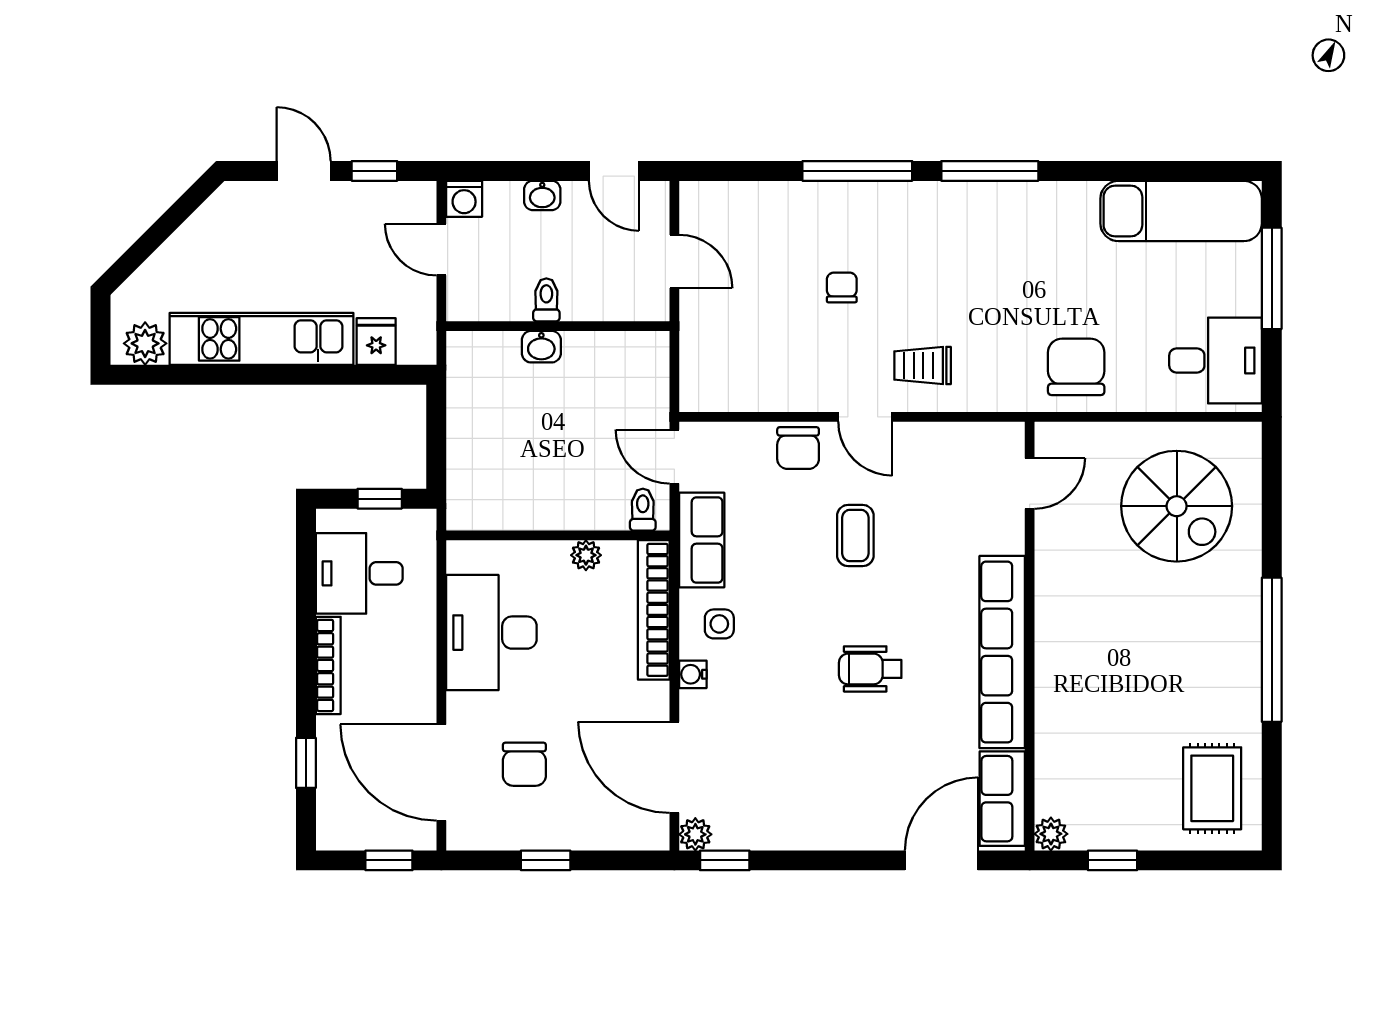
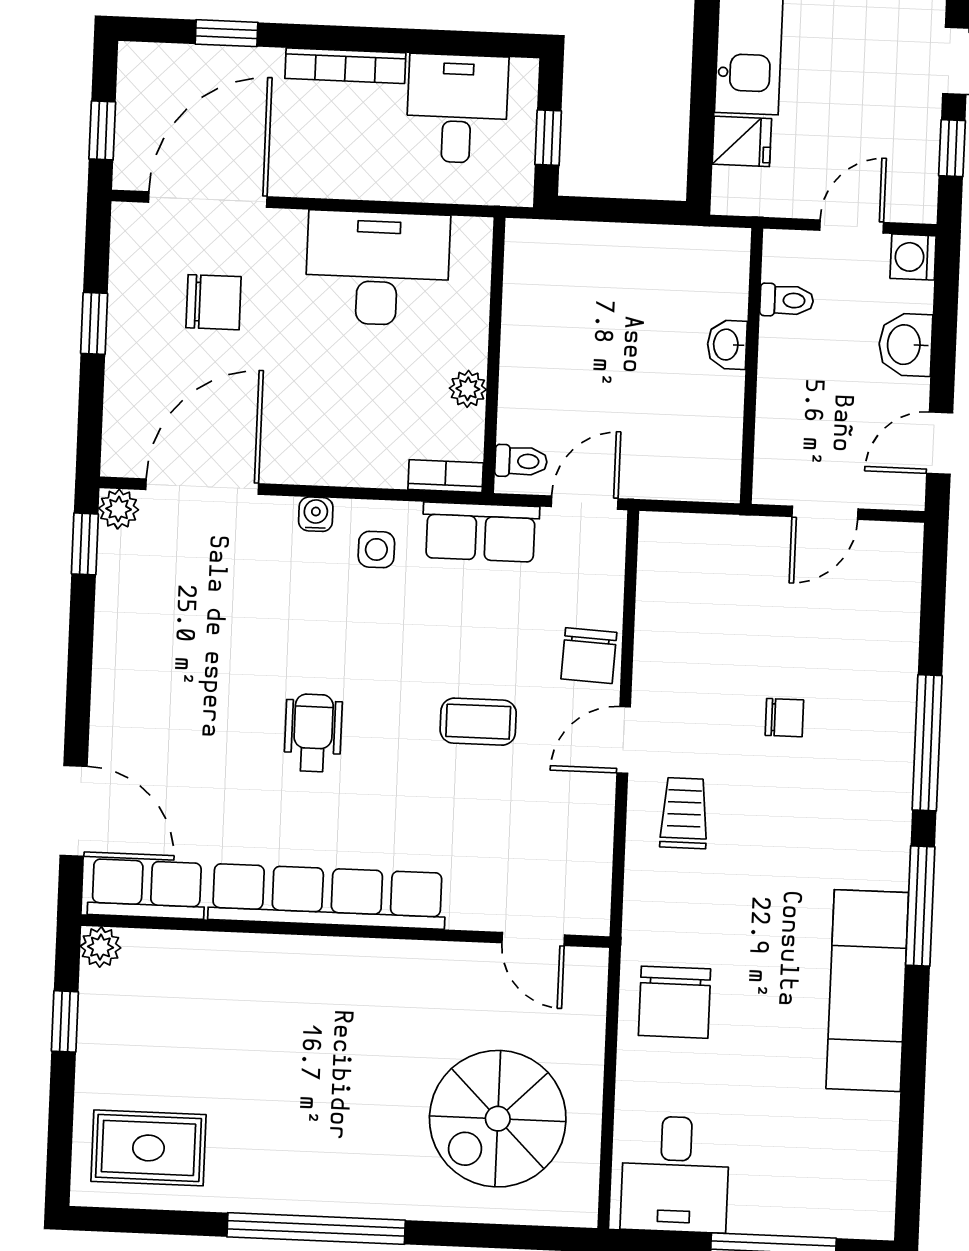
washbasin: (542, 195) -> (905, 345), width x1.38, depth x1.45
exam couch: (1181, 211) -> (867, 991), moved
toilet: (546, 300) -> (787, 300), moved
chair: (1076, 367) -> (675, 1002), turned 90
chair: (798, 448) -> (589, 656), turned -87
bookcase: (654, 610) -> (446, 476), width x0.43, depth x0.76
chair: (524, 764) -> (214, 302), turned 180

